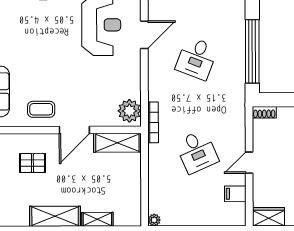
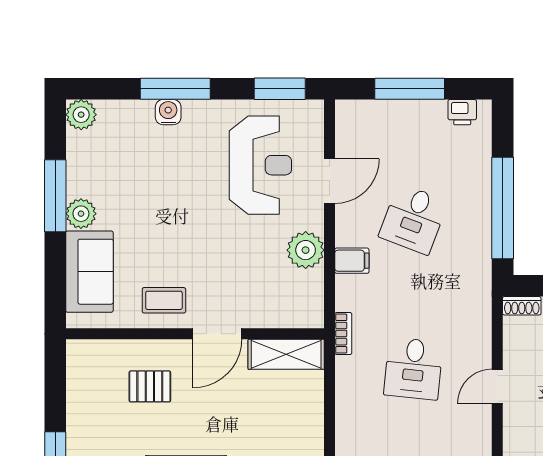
plant: (129, 111) -> (306, 250), moved
bookcase: (153, 122) -> (343, 334), width x0.64
desk: (197, 152) -> (413, 369), turned 30
filing cabinet: (235, 194) -> (352, 261), moved, turned 180

